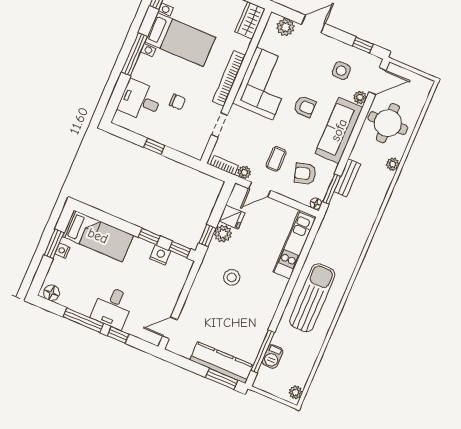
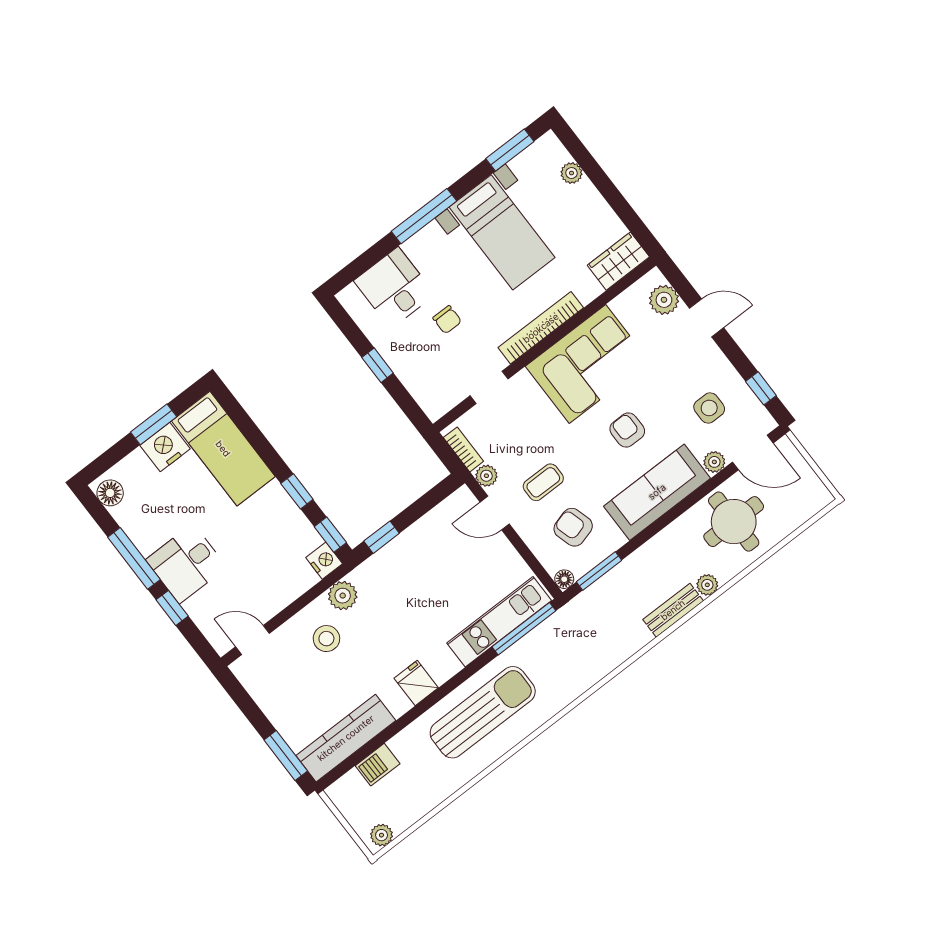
armchair: (305, 107) -> (627, 430), turned 180
bench: (347, 178) -> (673, 610), moved
fridge: (232, 217) -> (416, 683), moved, turned 180
plant: (223, 234) -> (343, 596), moved
nightstand: (63, 251) -> (165, 447), width x1.89, depth x1.79
nightstand: (160, 255) -> (324, 561), moved
stool: (232, 277) -> (326, 639), moved
window: (263, 351) -> (524, 629), moved
kitchen counter: (222, 363) -> (346, 738), moved, turned -90

